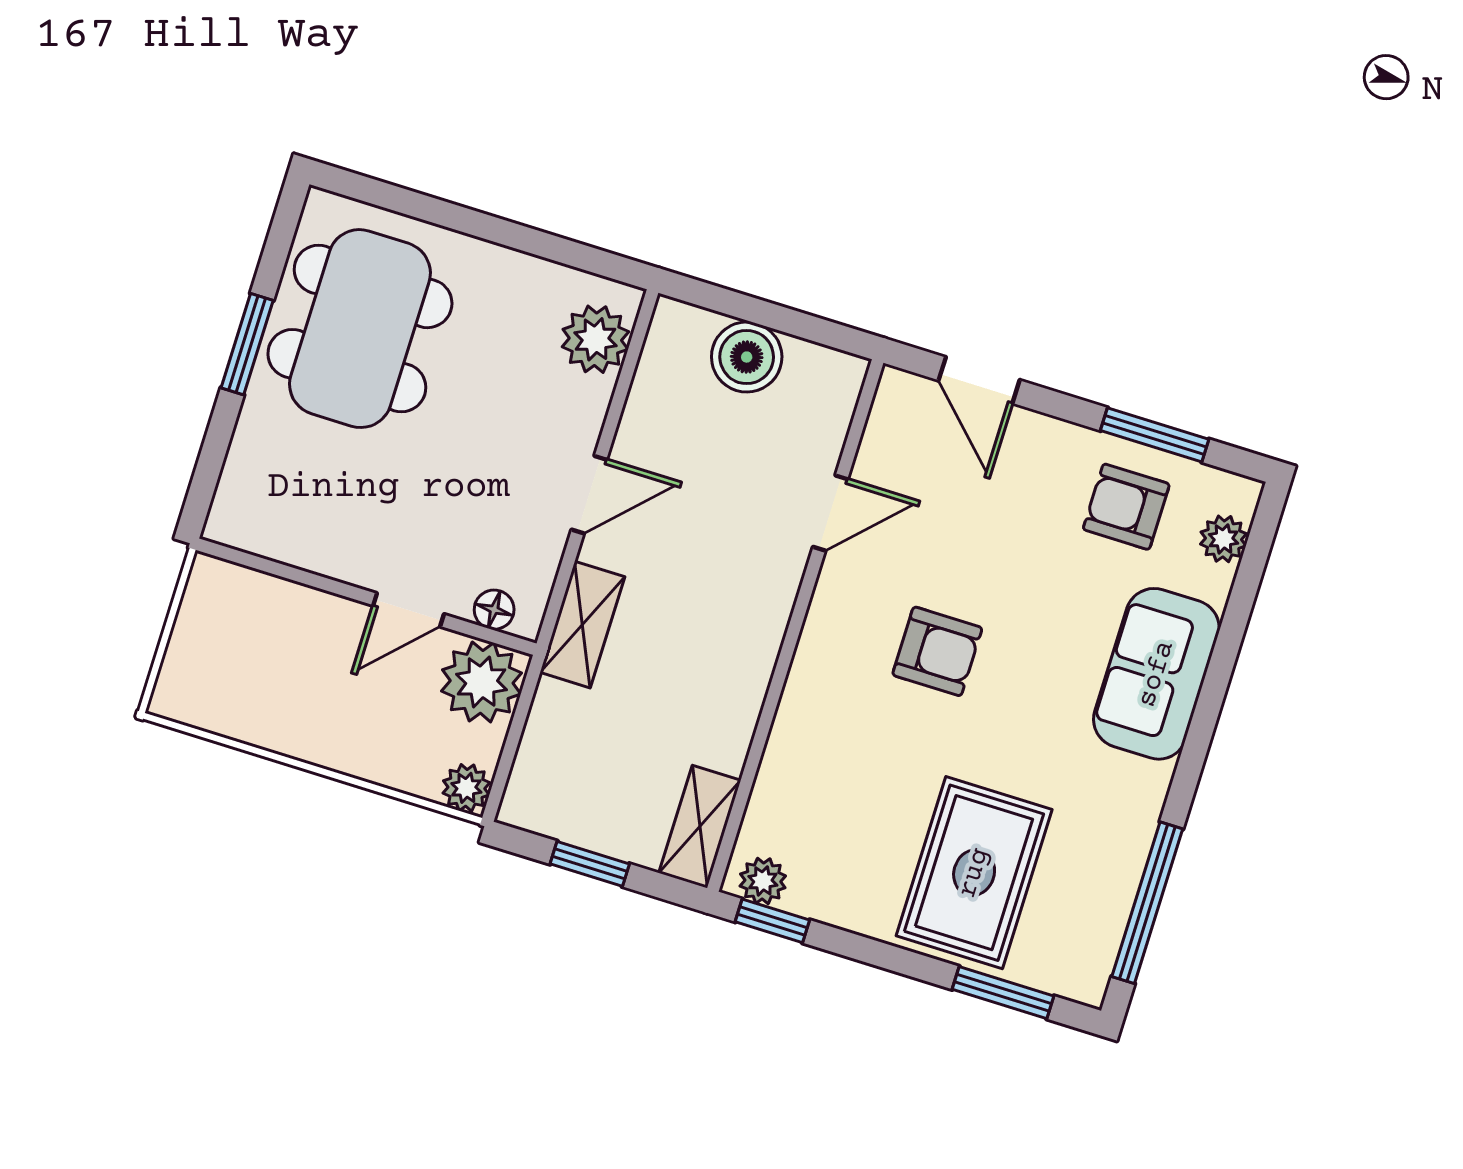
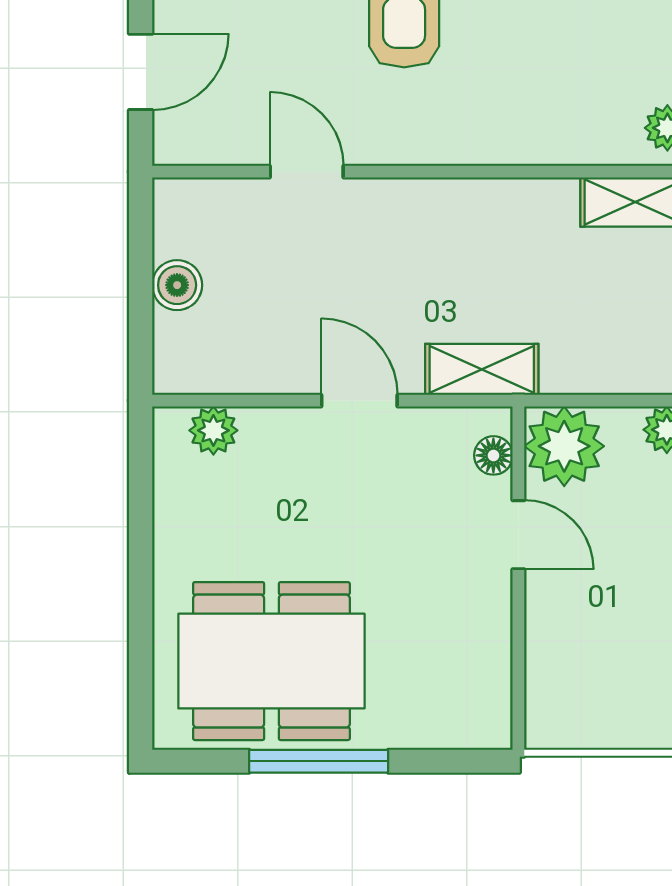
plant: (595, 339) -> (213, 430), width x0.73, depth x0.73
window: (247, 344) -> (319, 761), width x1.44
boiler: (747, 357) -> (177, 285), width x0.73, depth x0.73

